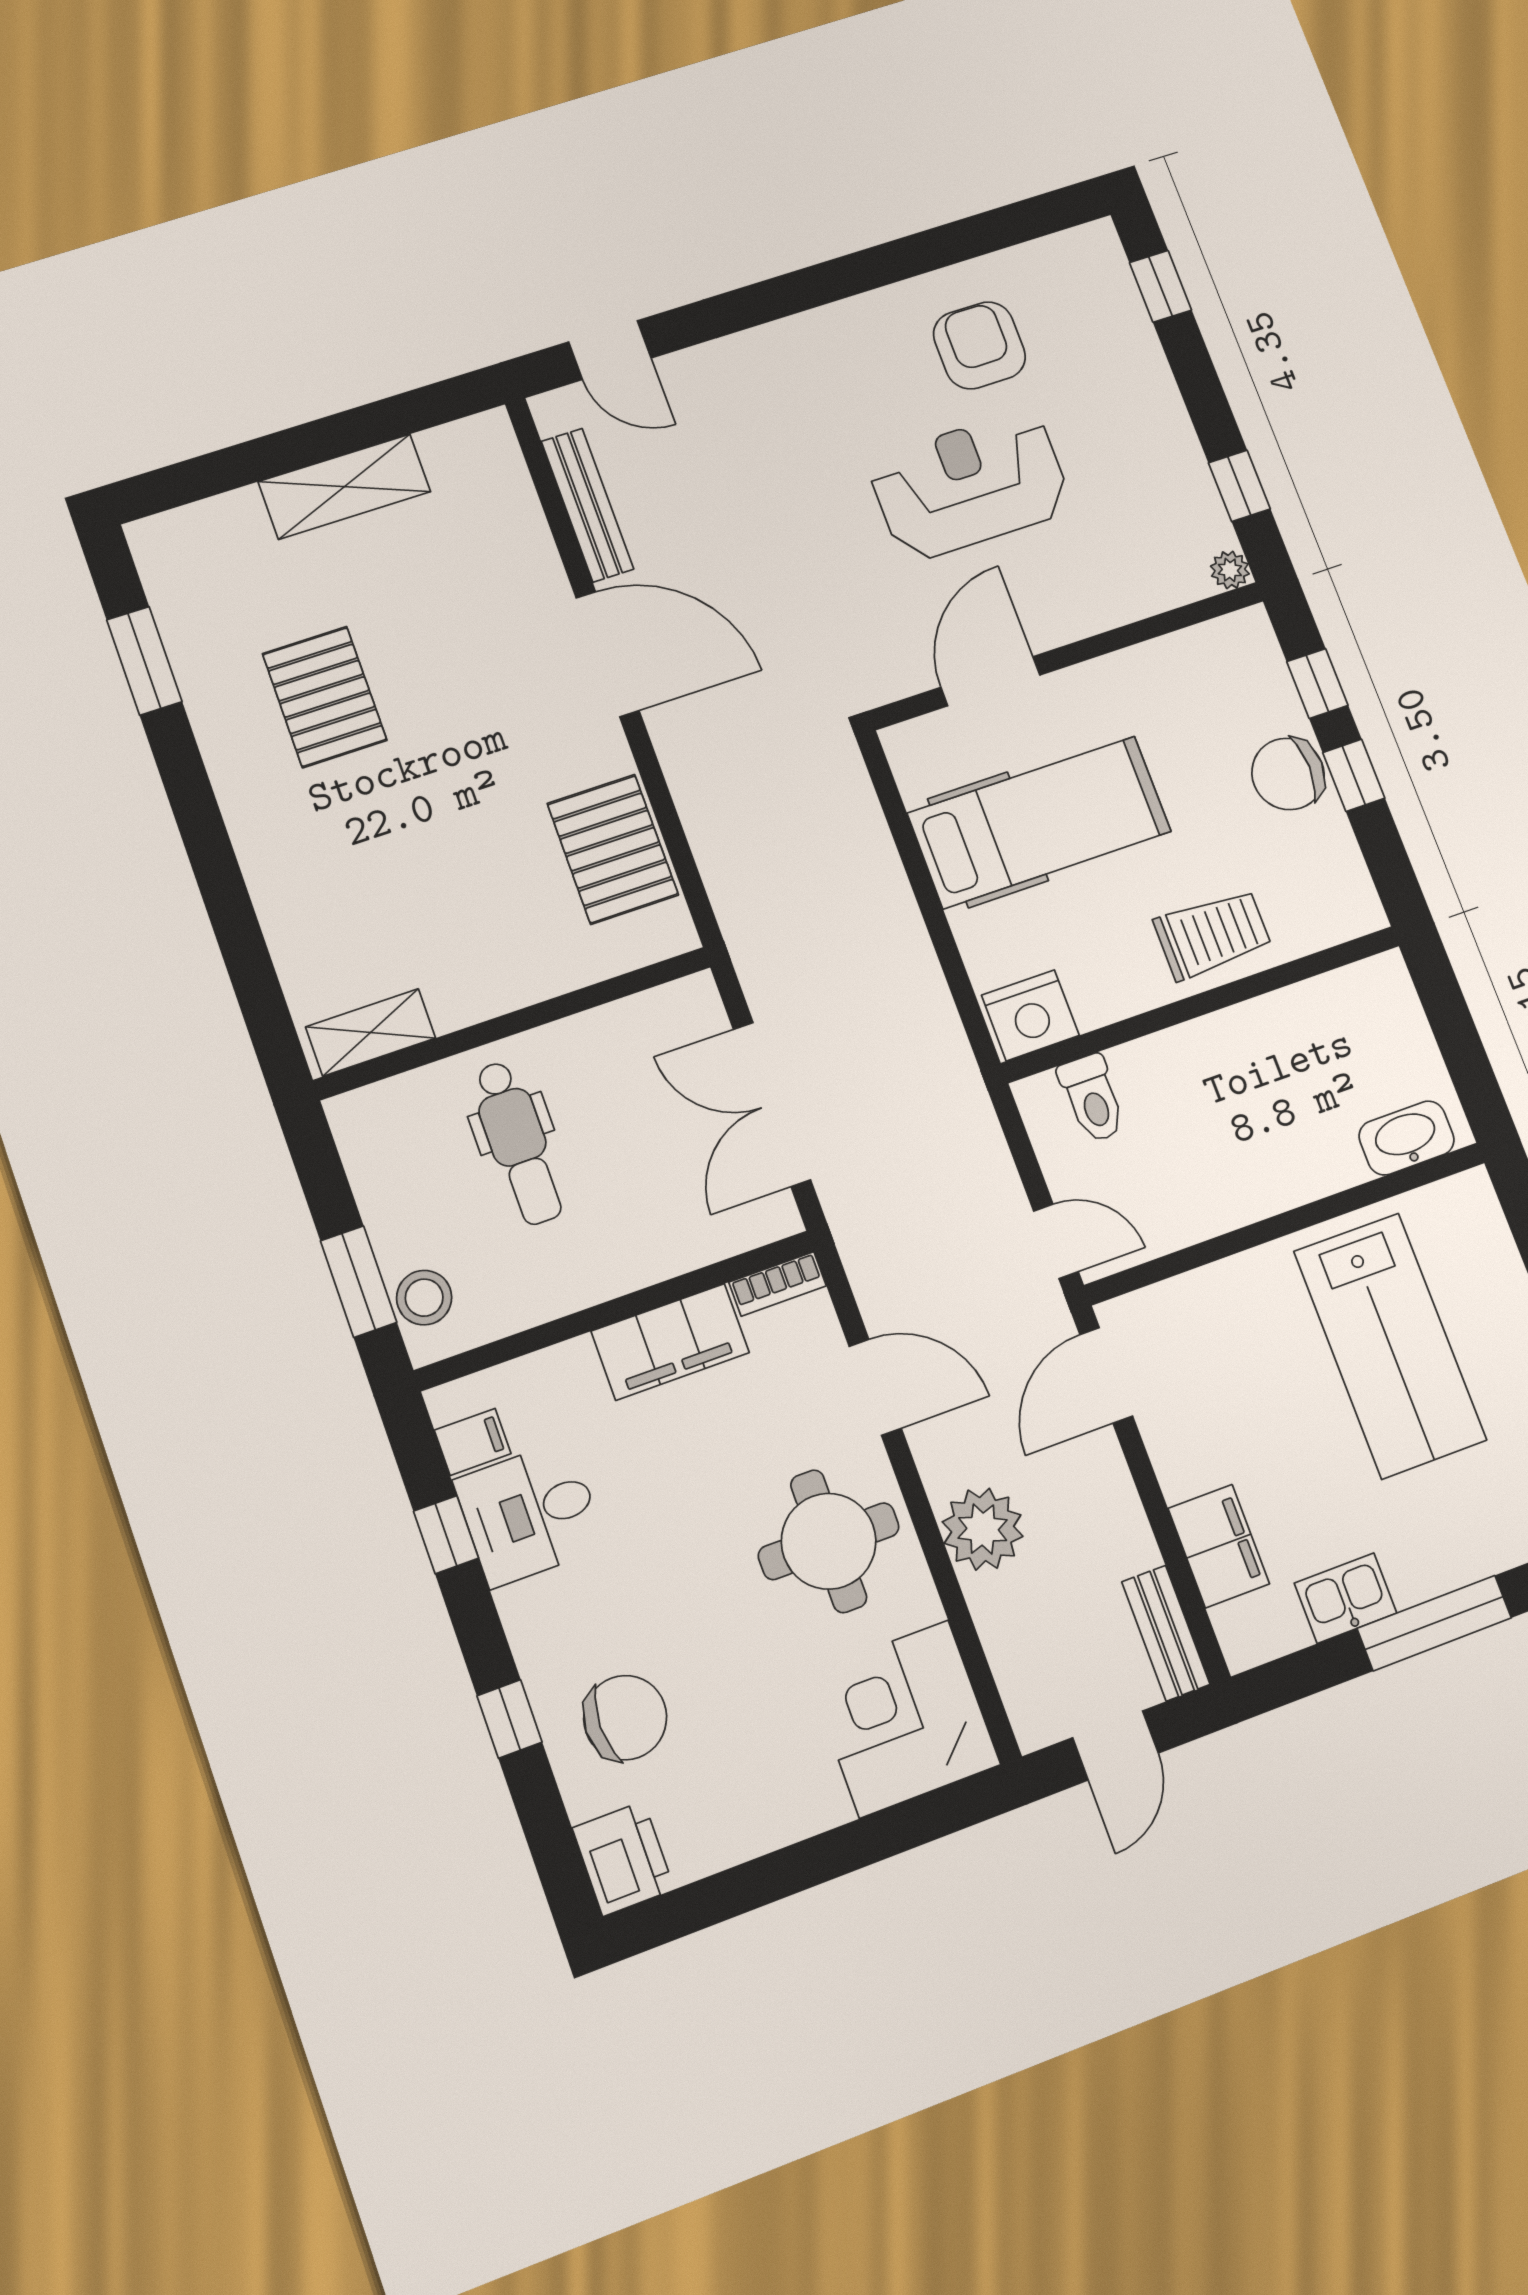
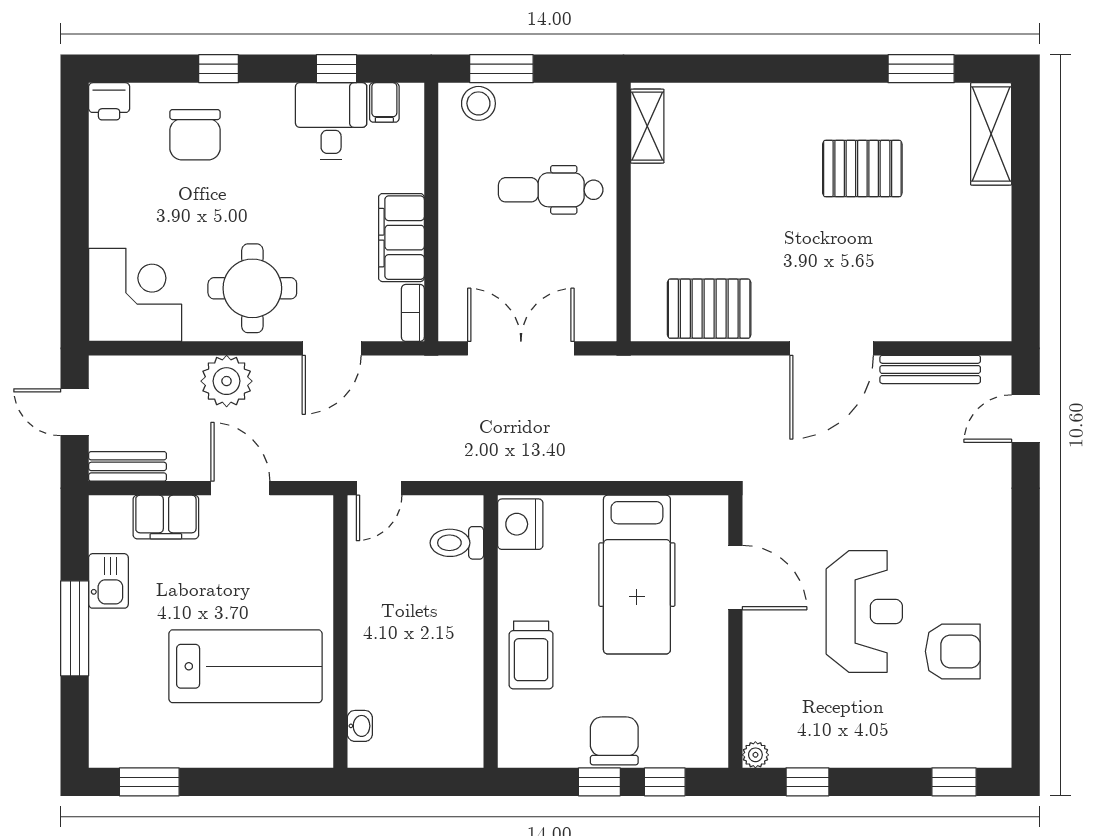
shelving: (344, 487) -> (991, 134), moved
washbasin: (1407, 1138) -> (360, 726), width x0.52, depth x0.69
lab bench: (1390, 1345) -> (246, 666), turned 180
door: (1106, 1375) -> (240, 488), moved
printer: (623, 1859) -> (109, 101), width x0.73, depth x0.81

